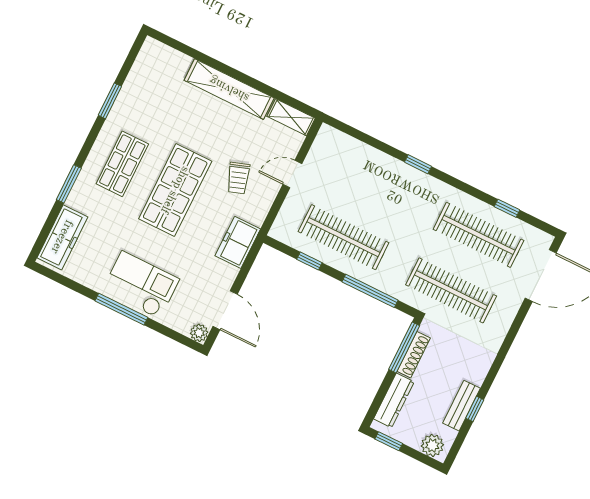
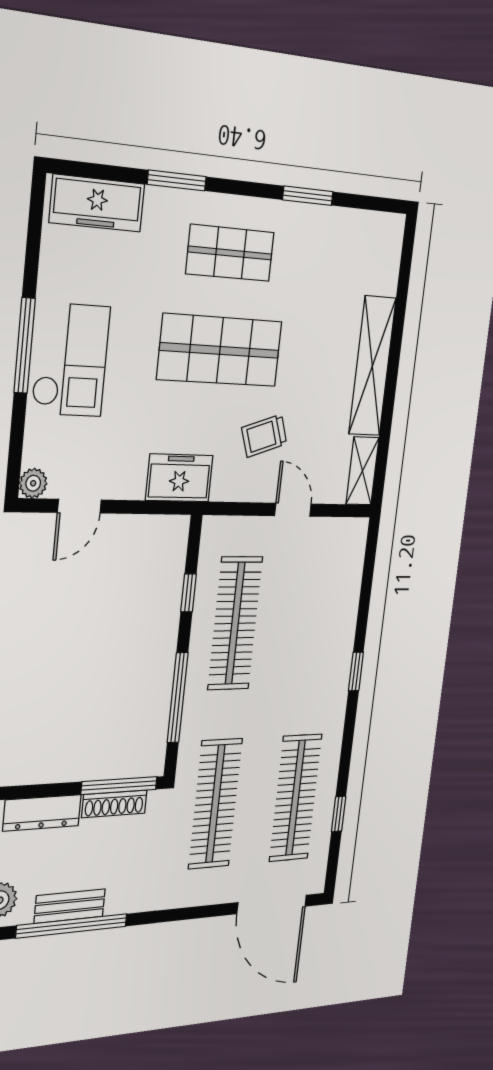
door: (225, 310) -> (79, 506), width x0.73
window: (475, 409) -> (72, 926), width x3.17

